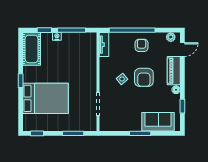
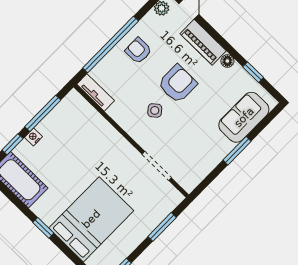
armchair: (144, 77) -> (177, 84), turned -90

